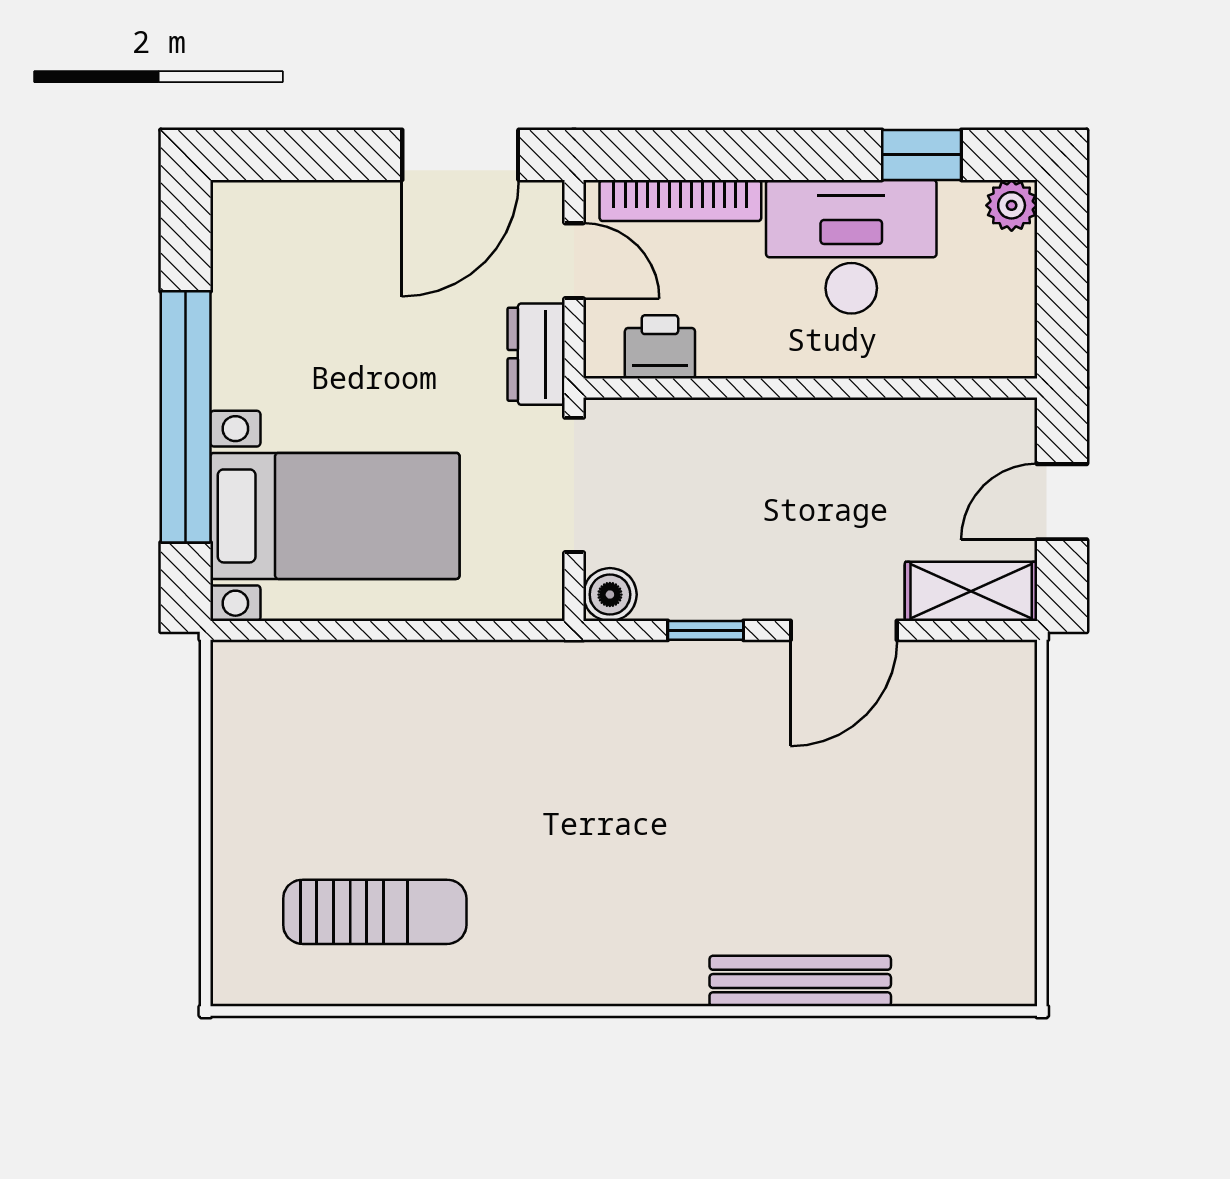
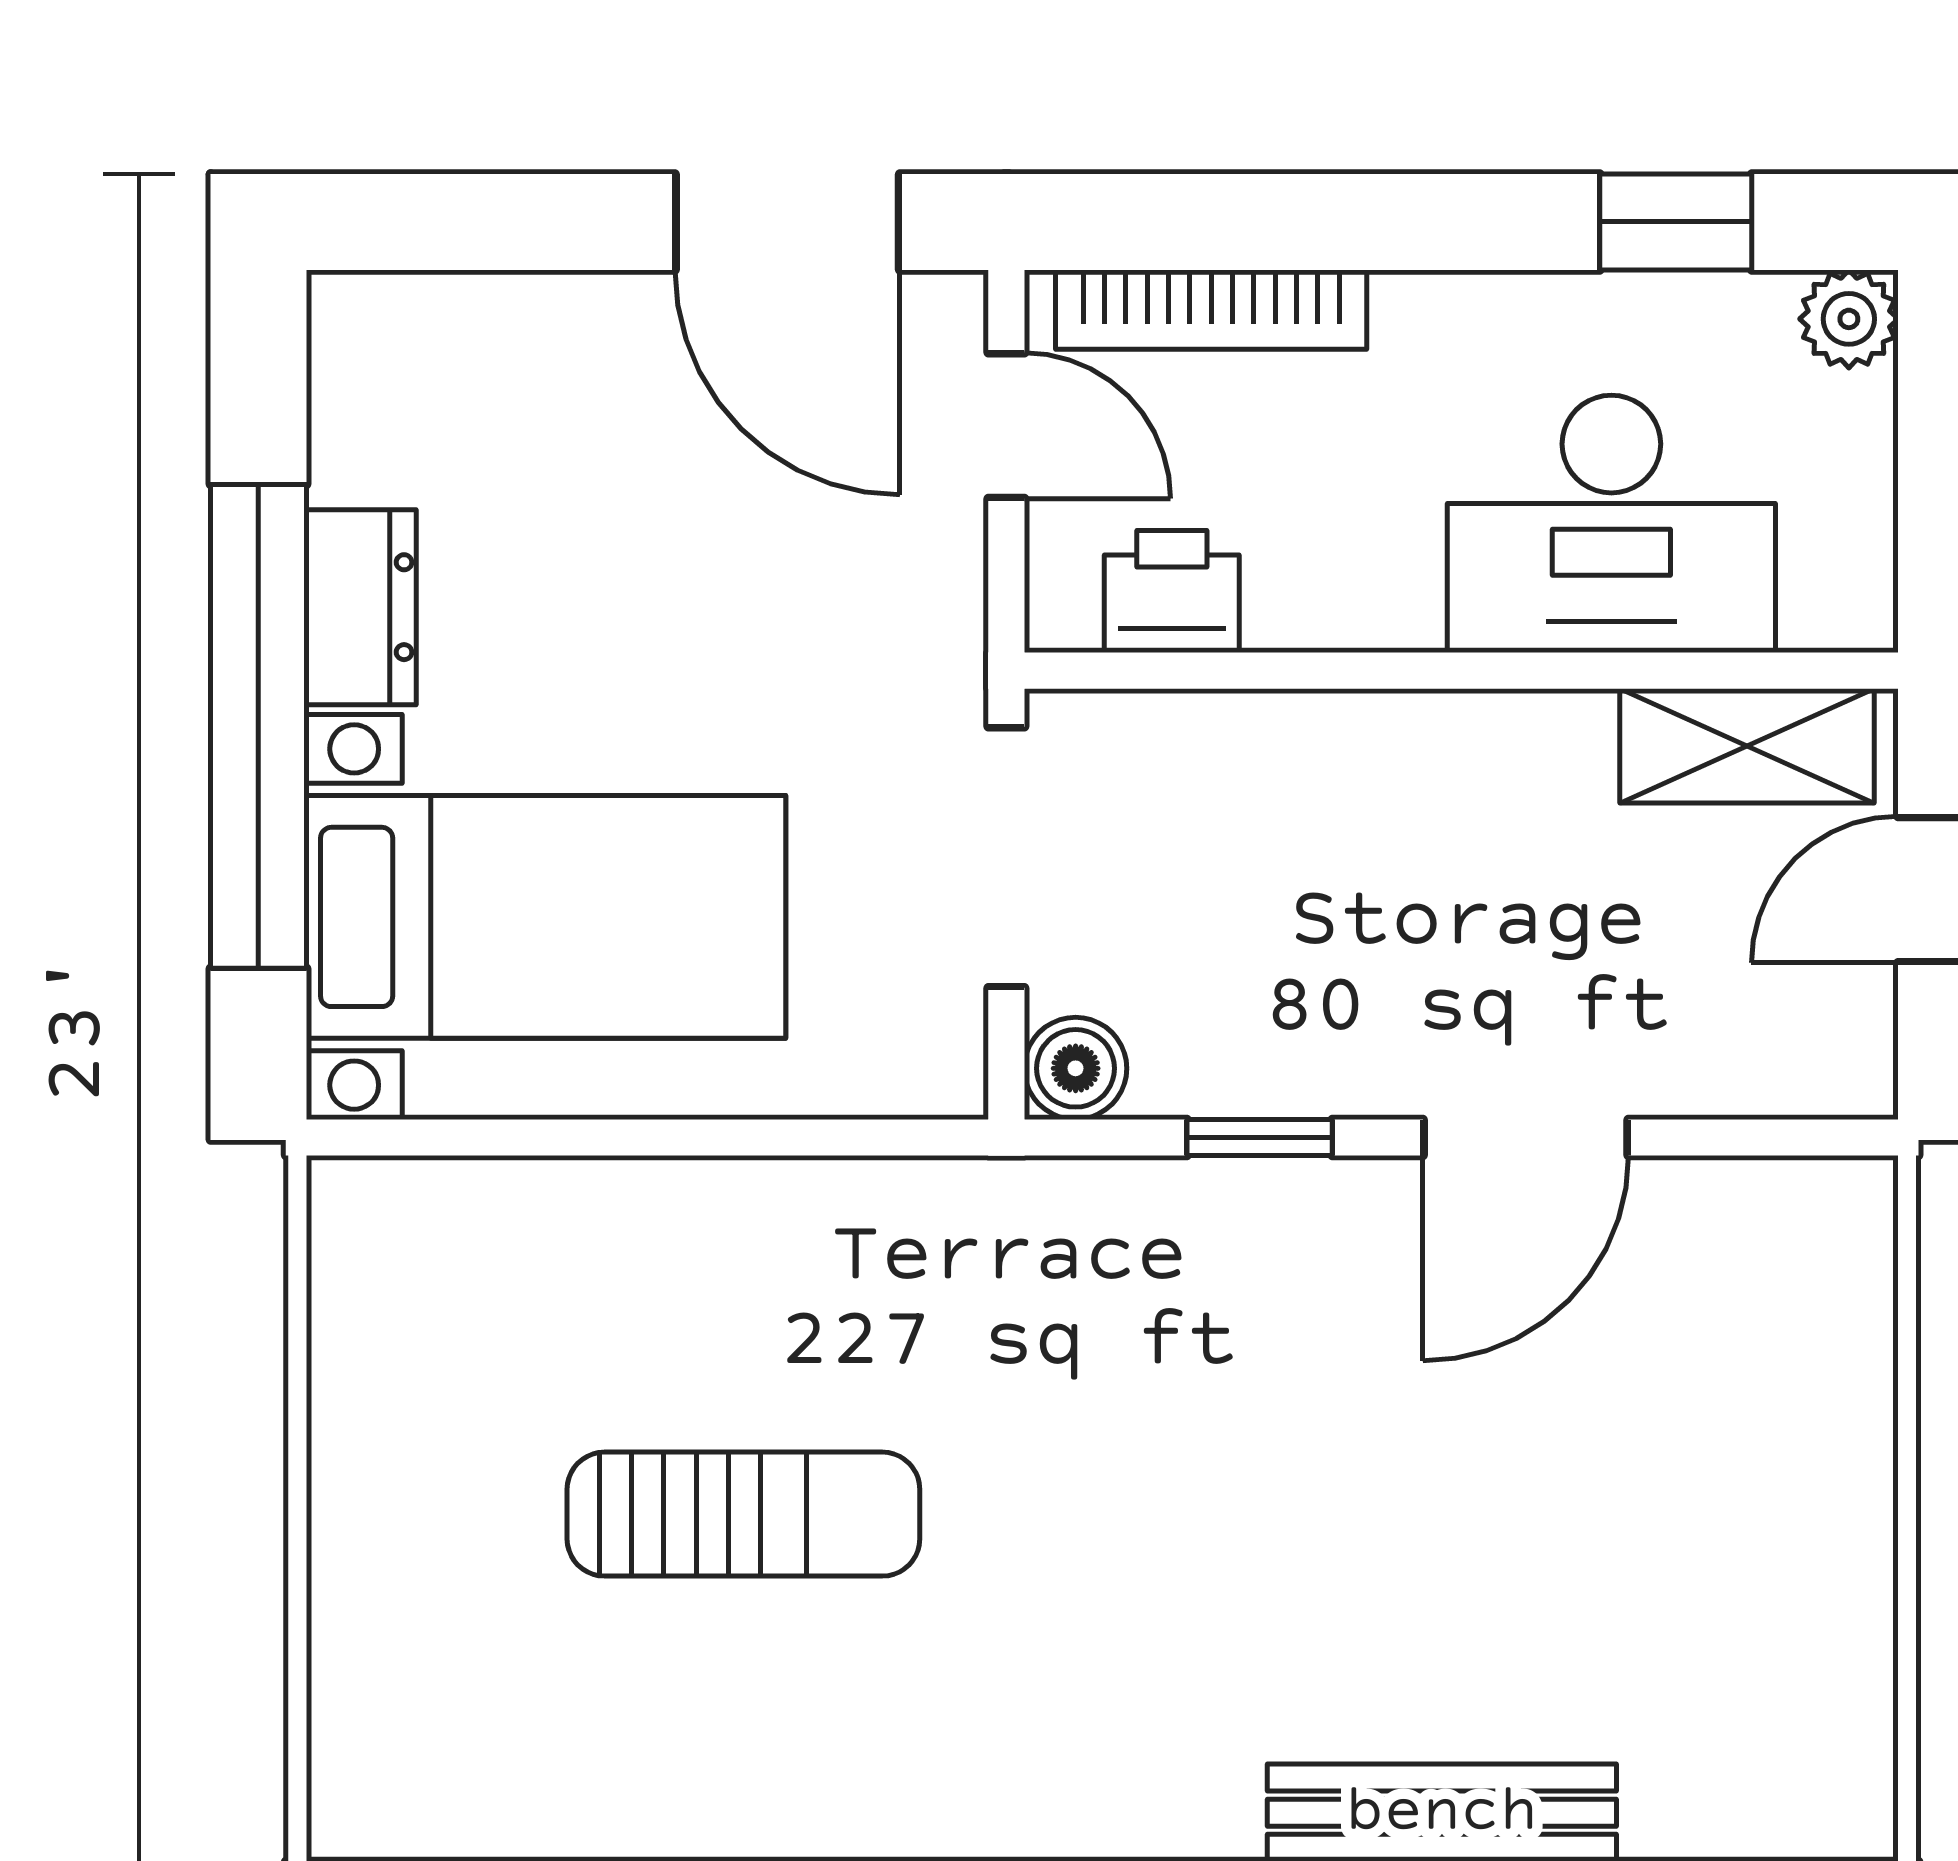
door: (460, 155) -> (787, 222), hinge flipped
desk: (851, 247) -> (1611, 524), moved, turned 180
dresser: (536, 354) -> (361, 607), moved, turned 180
shelving: (971, 591) -> (1747, 746), moved
sun lounger: (375, 912) -> (743, 1514), moved

